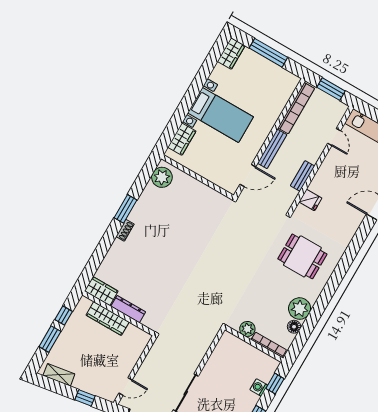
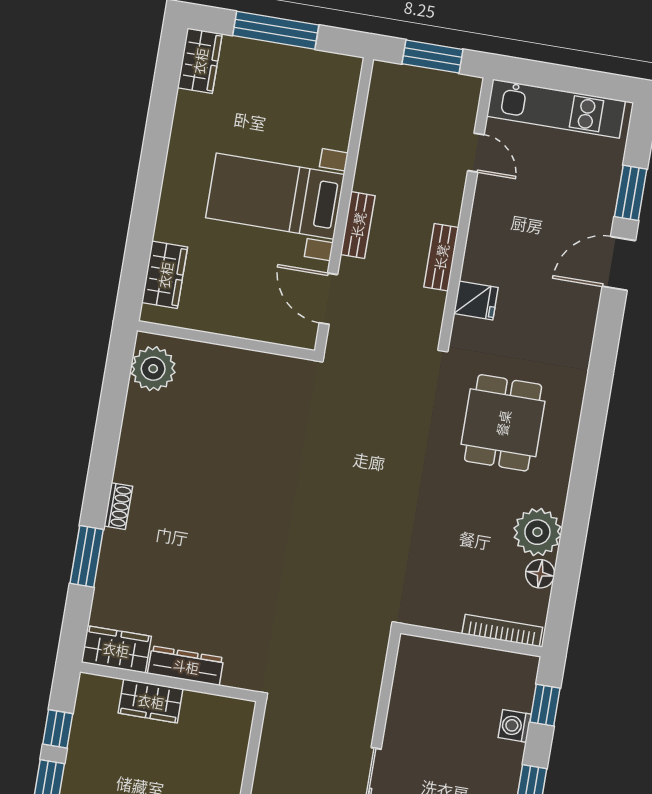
bookcase: (296, 108) -> (376, 123), removed
bed with nightstands: (220, 115) -> (275, 196), moved, turned 180
bench: (272, 149) -> (358, 225), width x0.73
door: (248, 176) -> (328, 299), swing flipped
window: (125, 209) -> (87, 556), moved
dining table: (302, 256) -> (503, 423), turned 90
wardrobe: (108, 319) -> (151, 701), width x0.67
plant: (247, 329) -> (446, 614), removed

